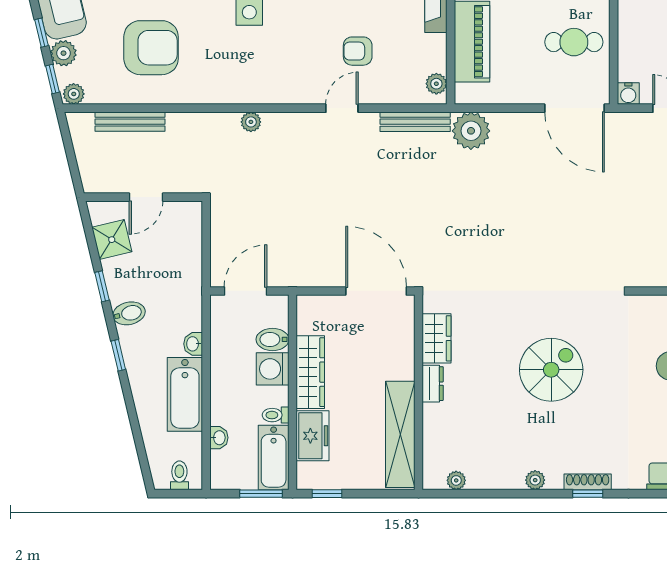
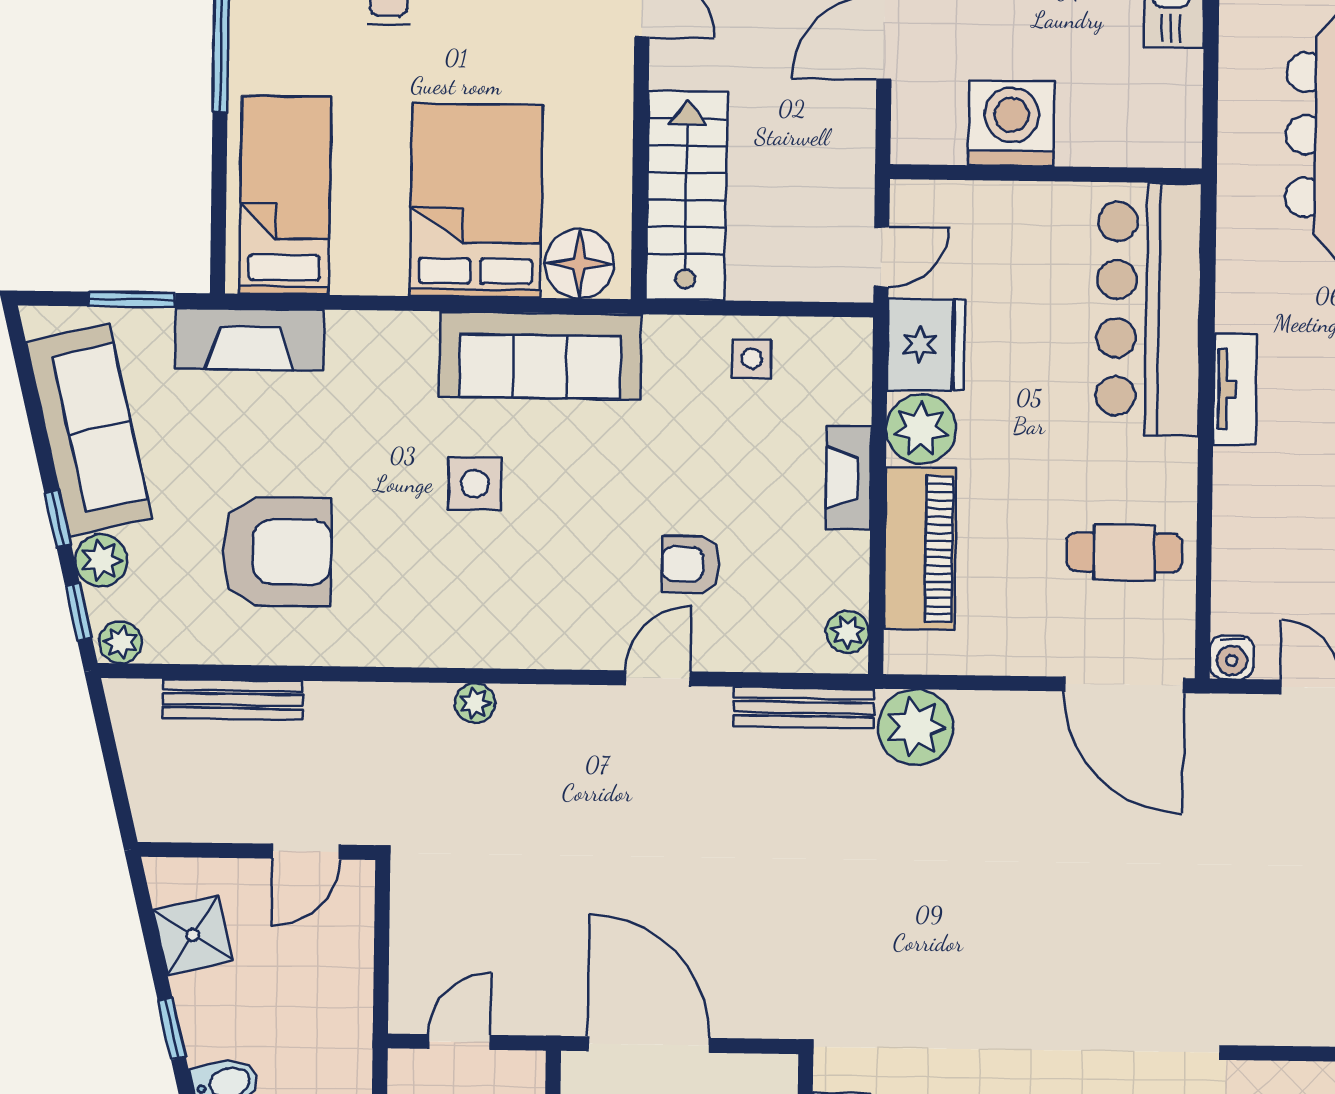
door: (146, 197) -> (306, 852), moved
door: (245, 291) -> (459, 1042), width x0.73
door: (376, 291) -> (649, 1045), moved

